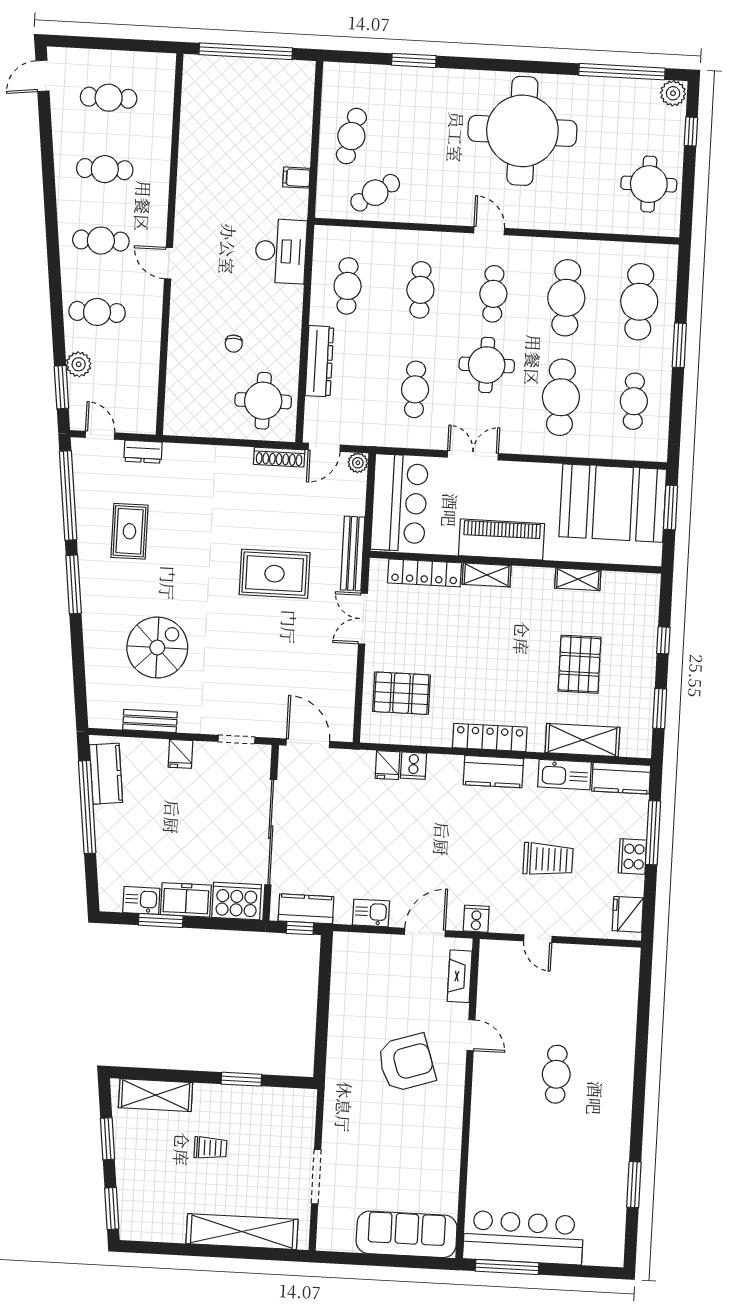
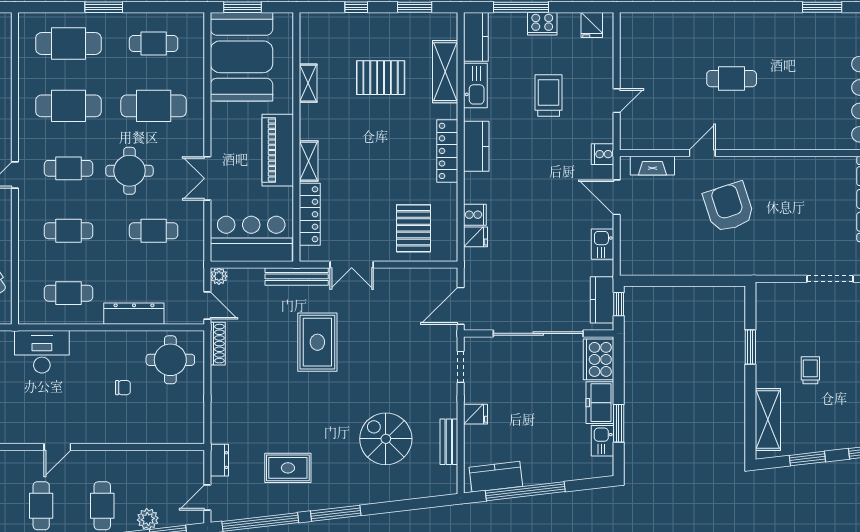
fridge: (628, 914) -> (592, 25), width x0.72

